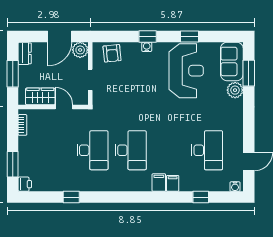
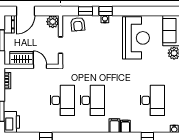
door: (60, 36) -> (25, 11), moved
window: (190, 36) -> (85, 11), moved
printer: (25, 184) -> (12, 122), width x1.87, depth x1.48

